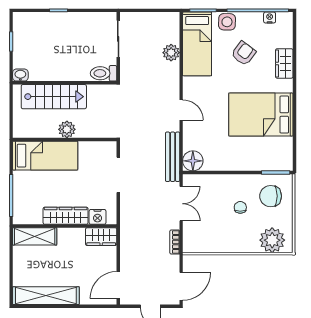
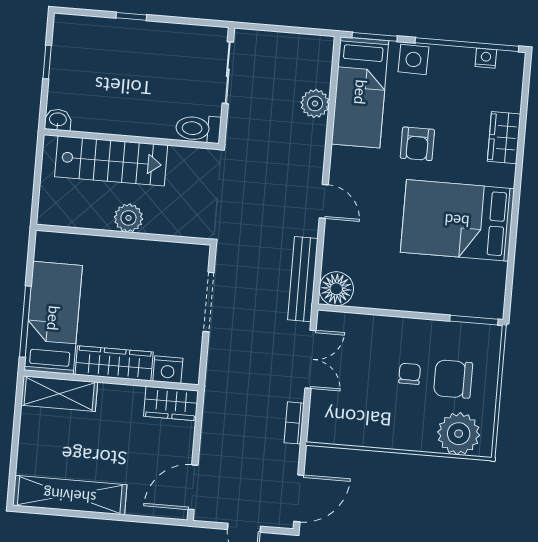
armchair: (244, 53) -> (417, 144), moved, turned 143
bed: (45, 156) -> (53, 318), moved, turned -90
chair: (271, 196) -> (453, 379), moved

